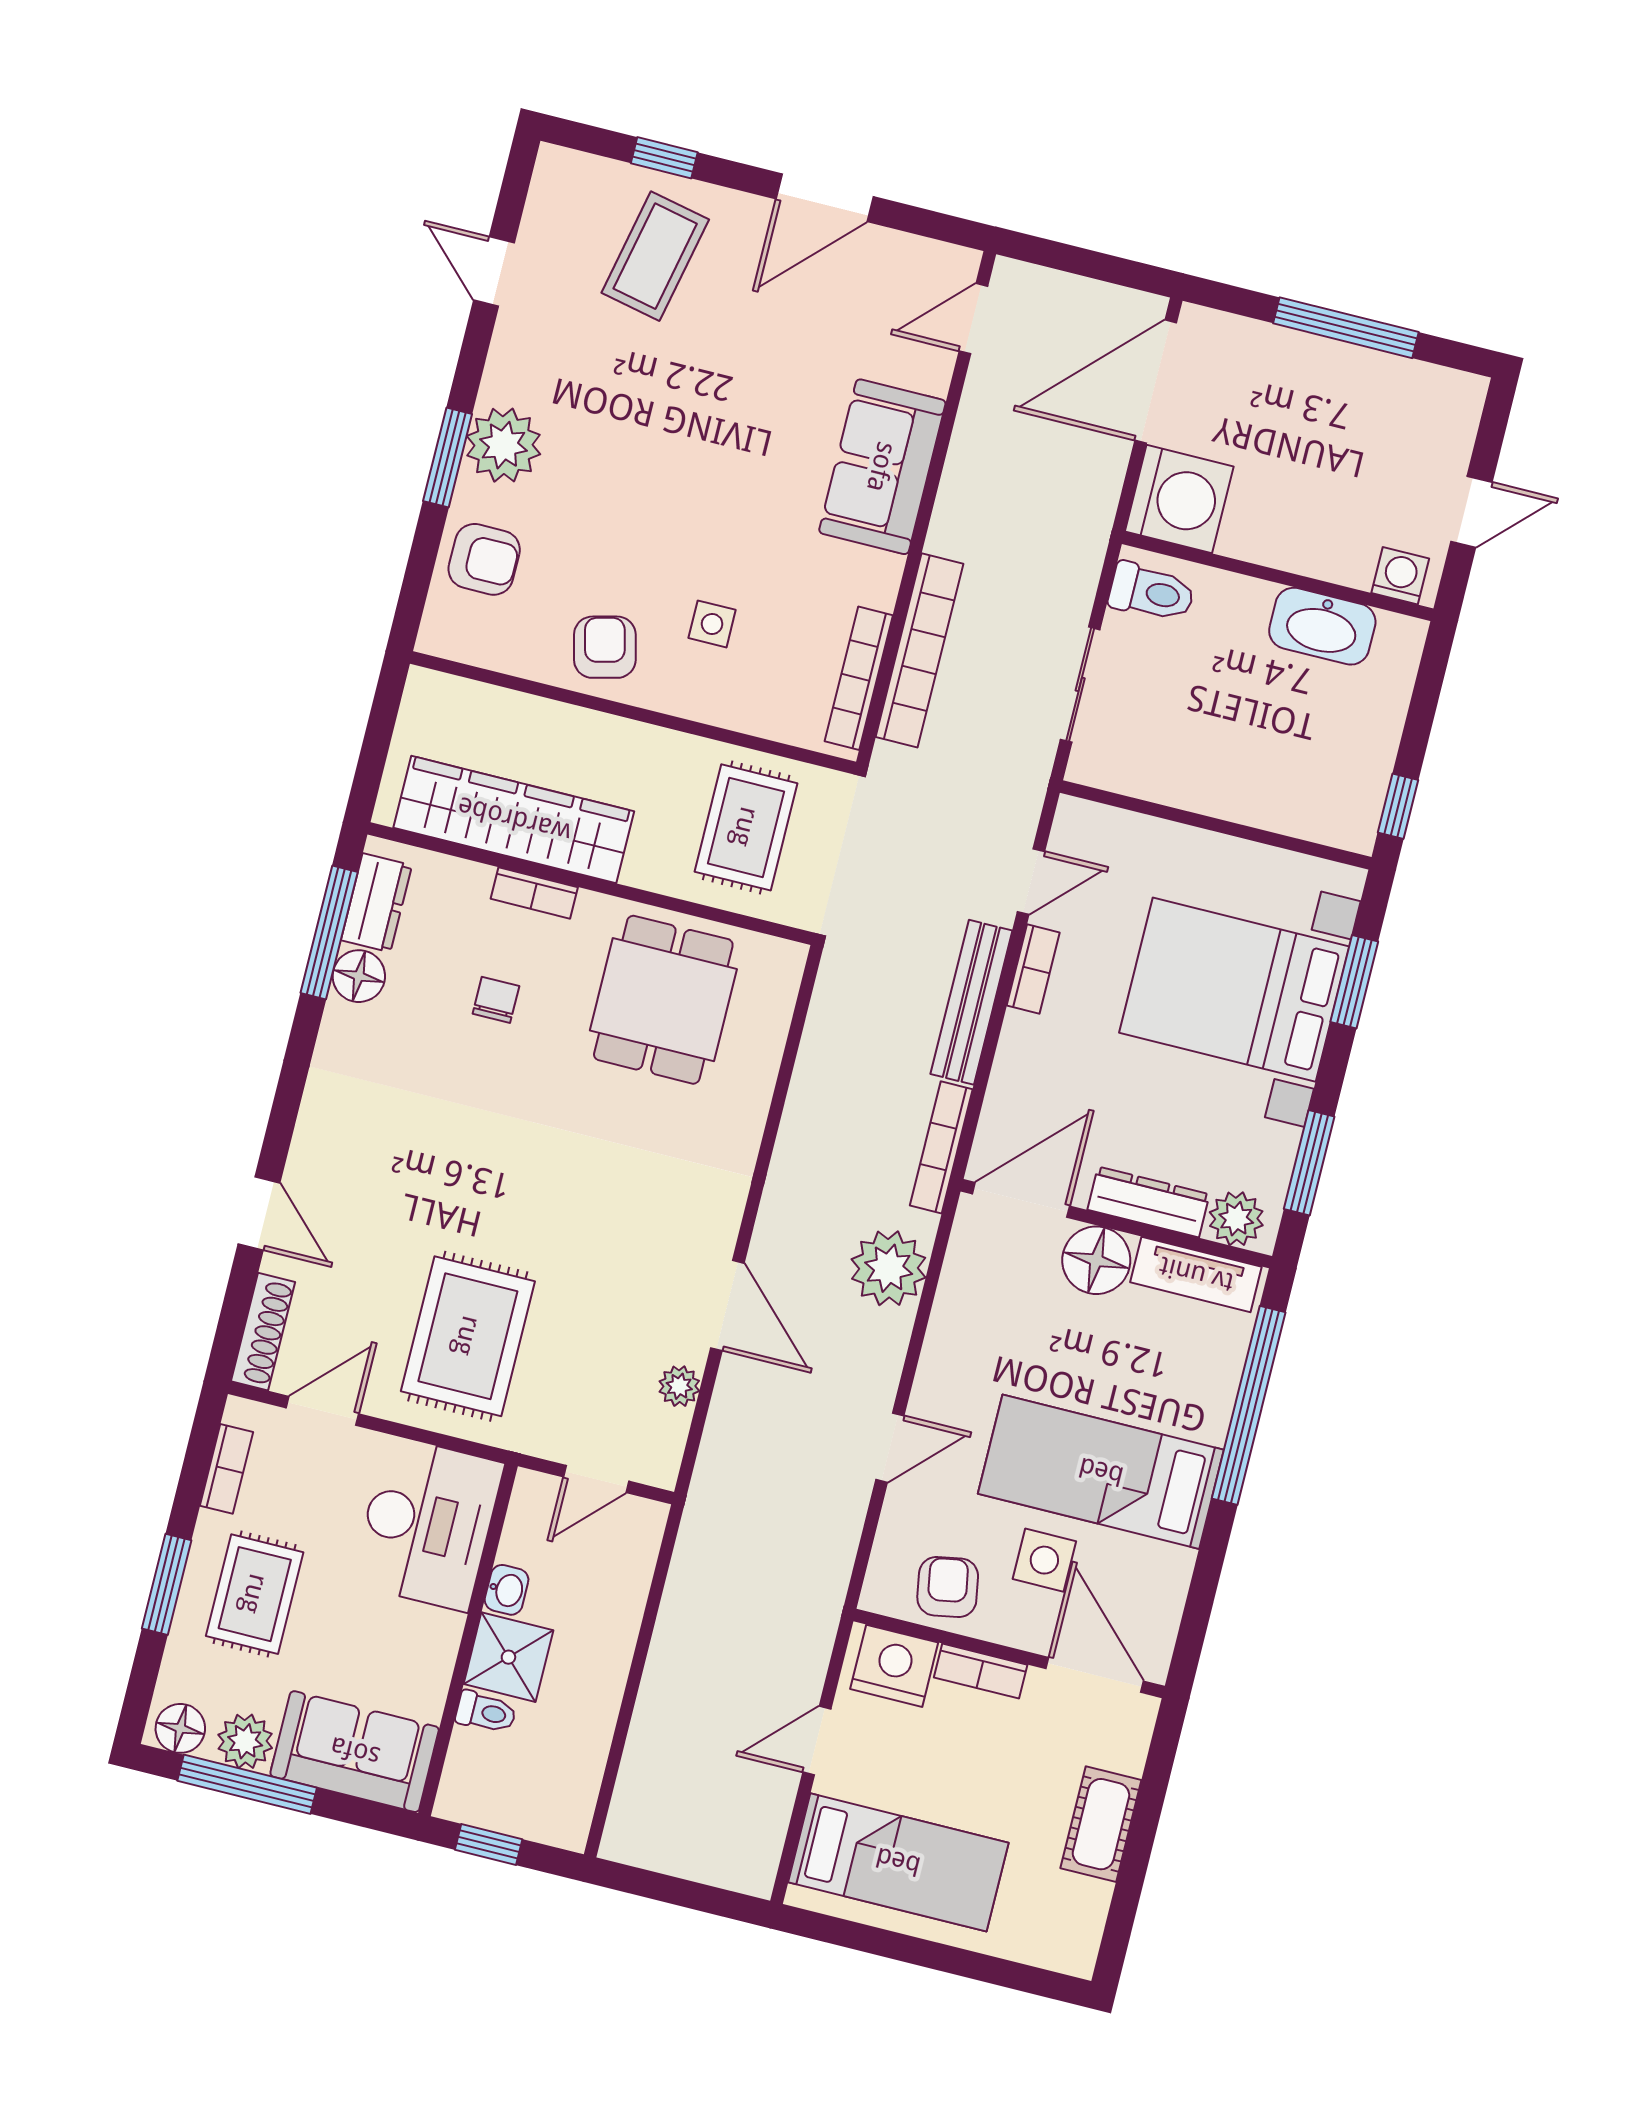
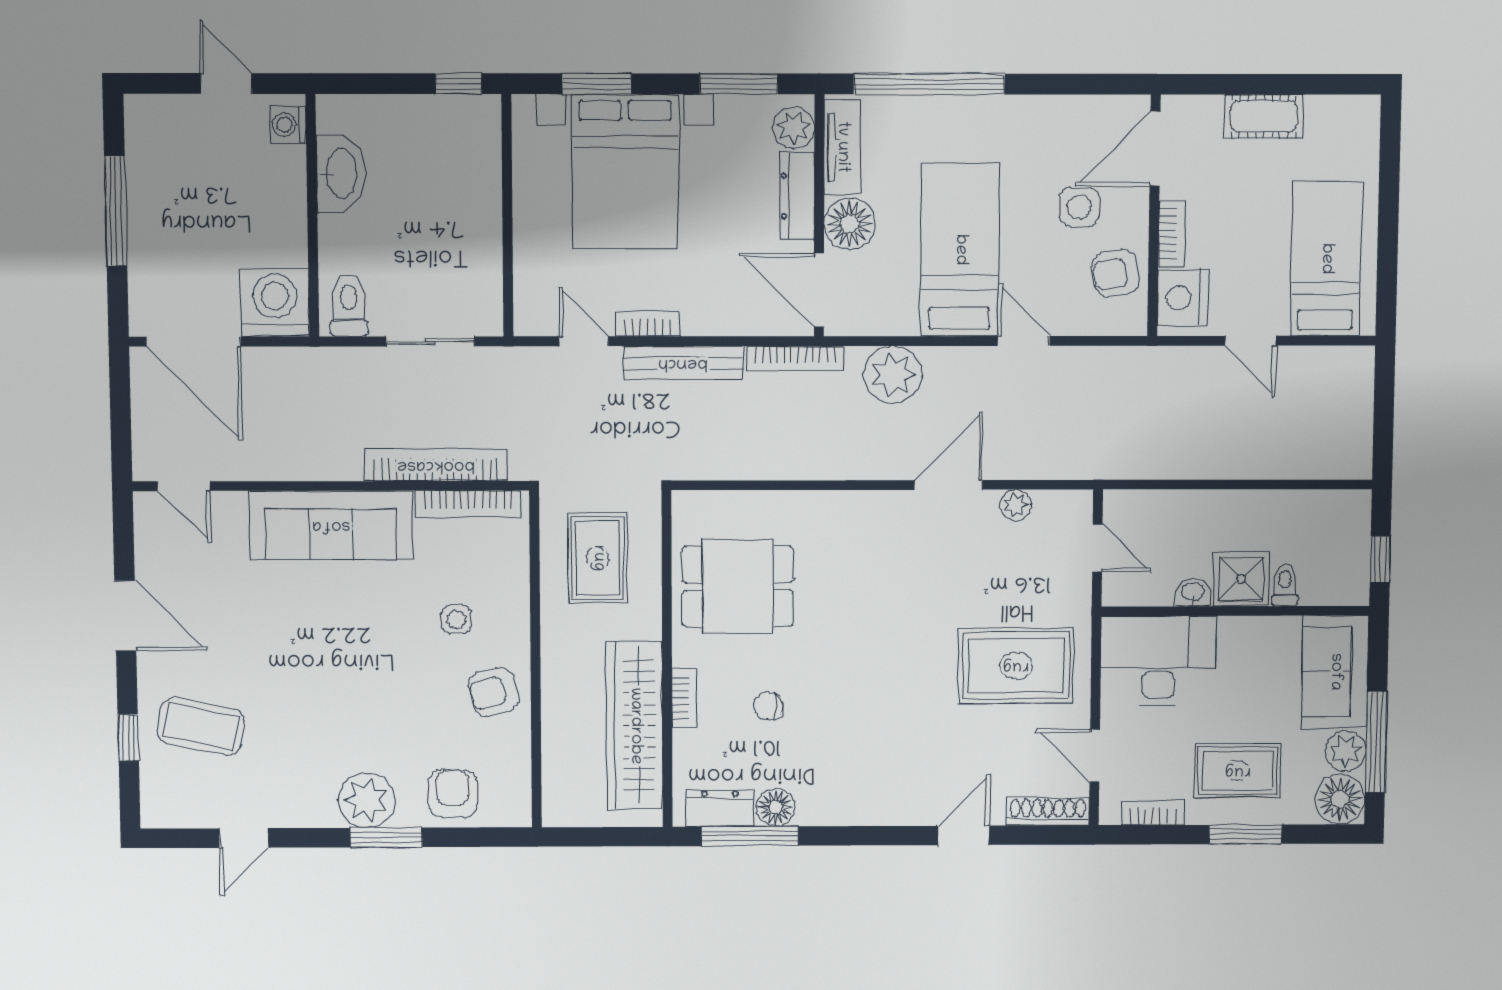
sofa: (882, 467) -> (331, 525), width x1.36
rug: (746, 827) -> (598, 558), turned 90
bed: (1101, 1472) -> (960, 250), moved, turned 180
floor lamp: (180, 1728) -> (1340, 799), width x1.38, depth x1.38

